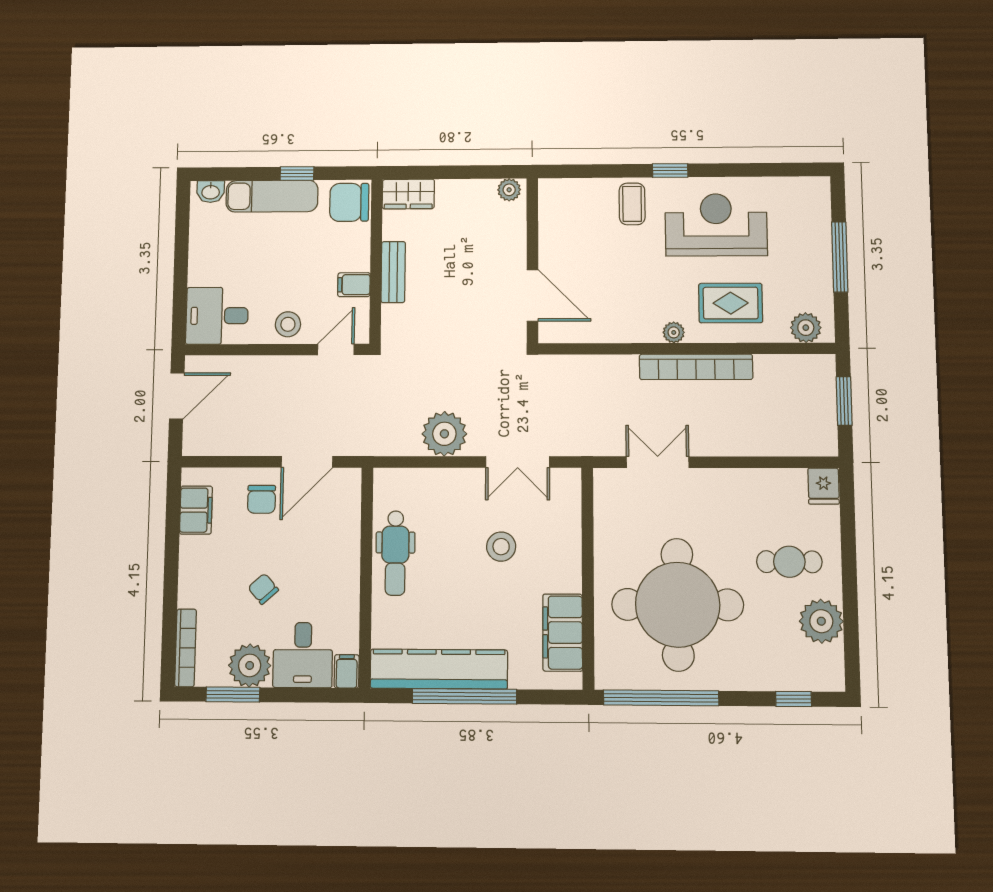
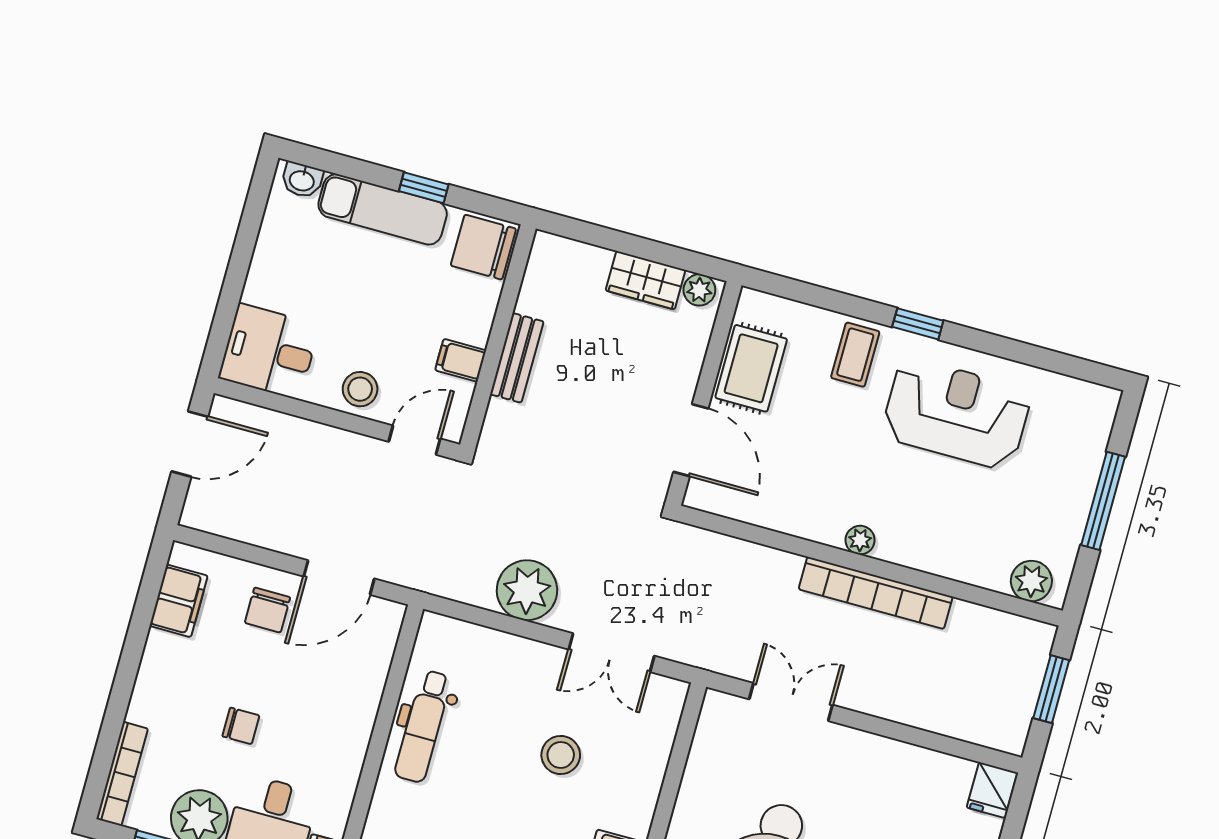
wardrobe: (408, 194) -> (645, 280), moved
rug: (731, 303) -> (751, 368), moved, turned 90
chair: (263, 589) -> (241, 726), turned 131

